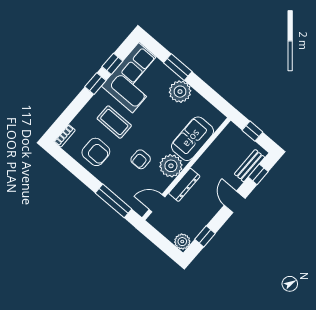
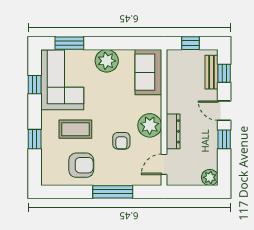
window: (178, 67) -> (69, 43), moved
window: (95, 84) -> (35, 139), moved
bookcase: (65, 136) -> (46, 174), removed
sofa: (192, 139) -> (148, 72), moved
window: (114, 201) -> (113, 192), moved
window: (205, 236) -> (224, 139), moved

